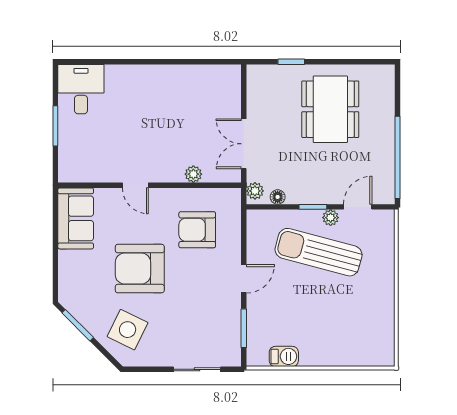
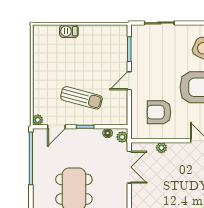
plant: (331, 218) -> (38, 120), moved
armchair: (197, 230) -> (159, 112), turned 180
sun lounger: (319, 252) -> (81, 98), width x0.73, depth x0.75
barbecue: (284, 356) -> (69, 31), moved

